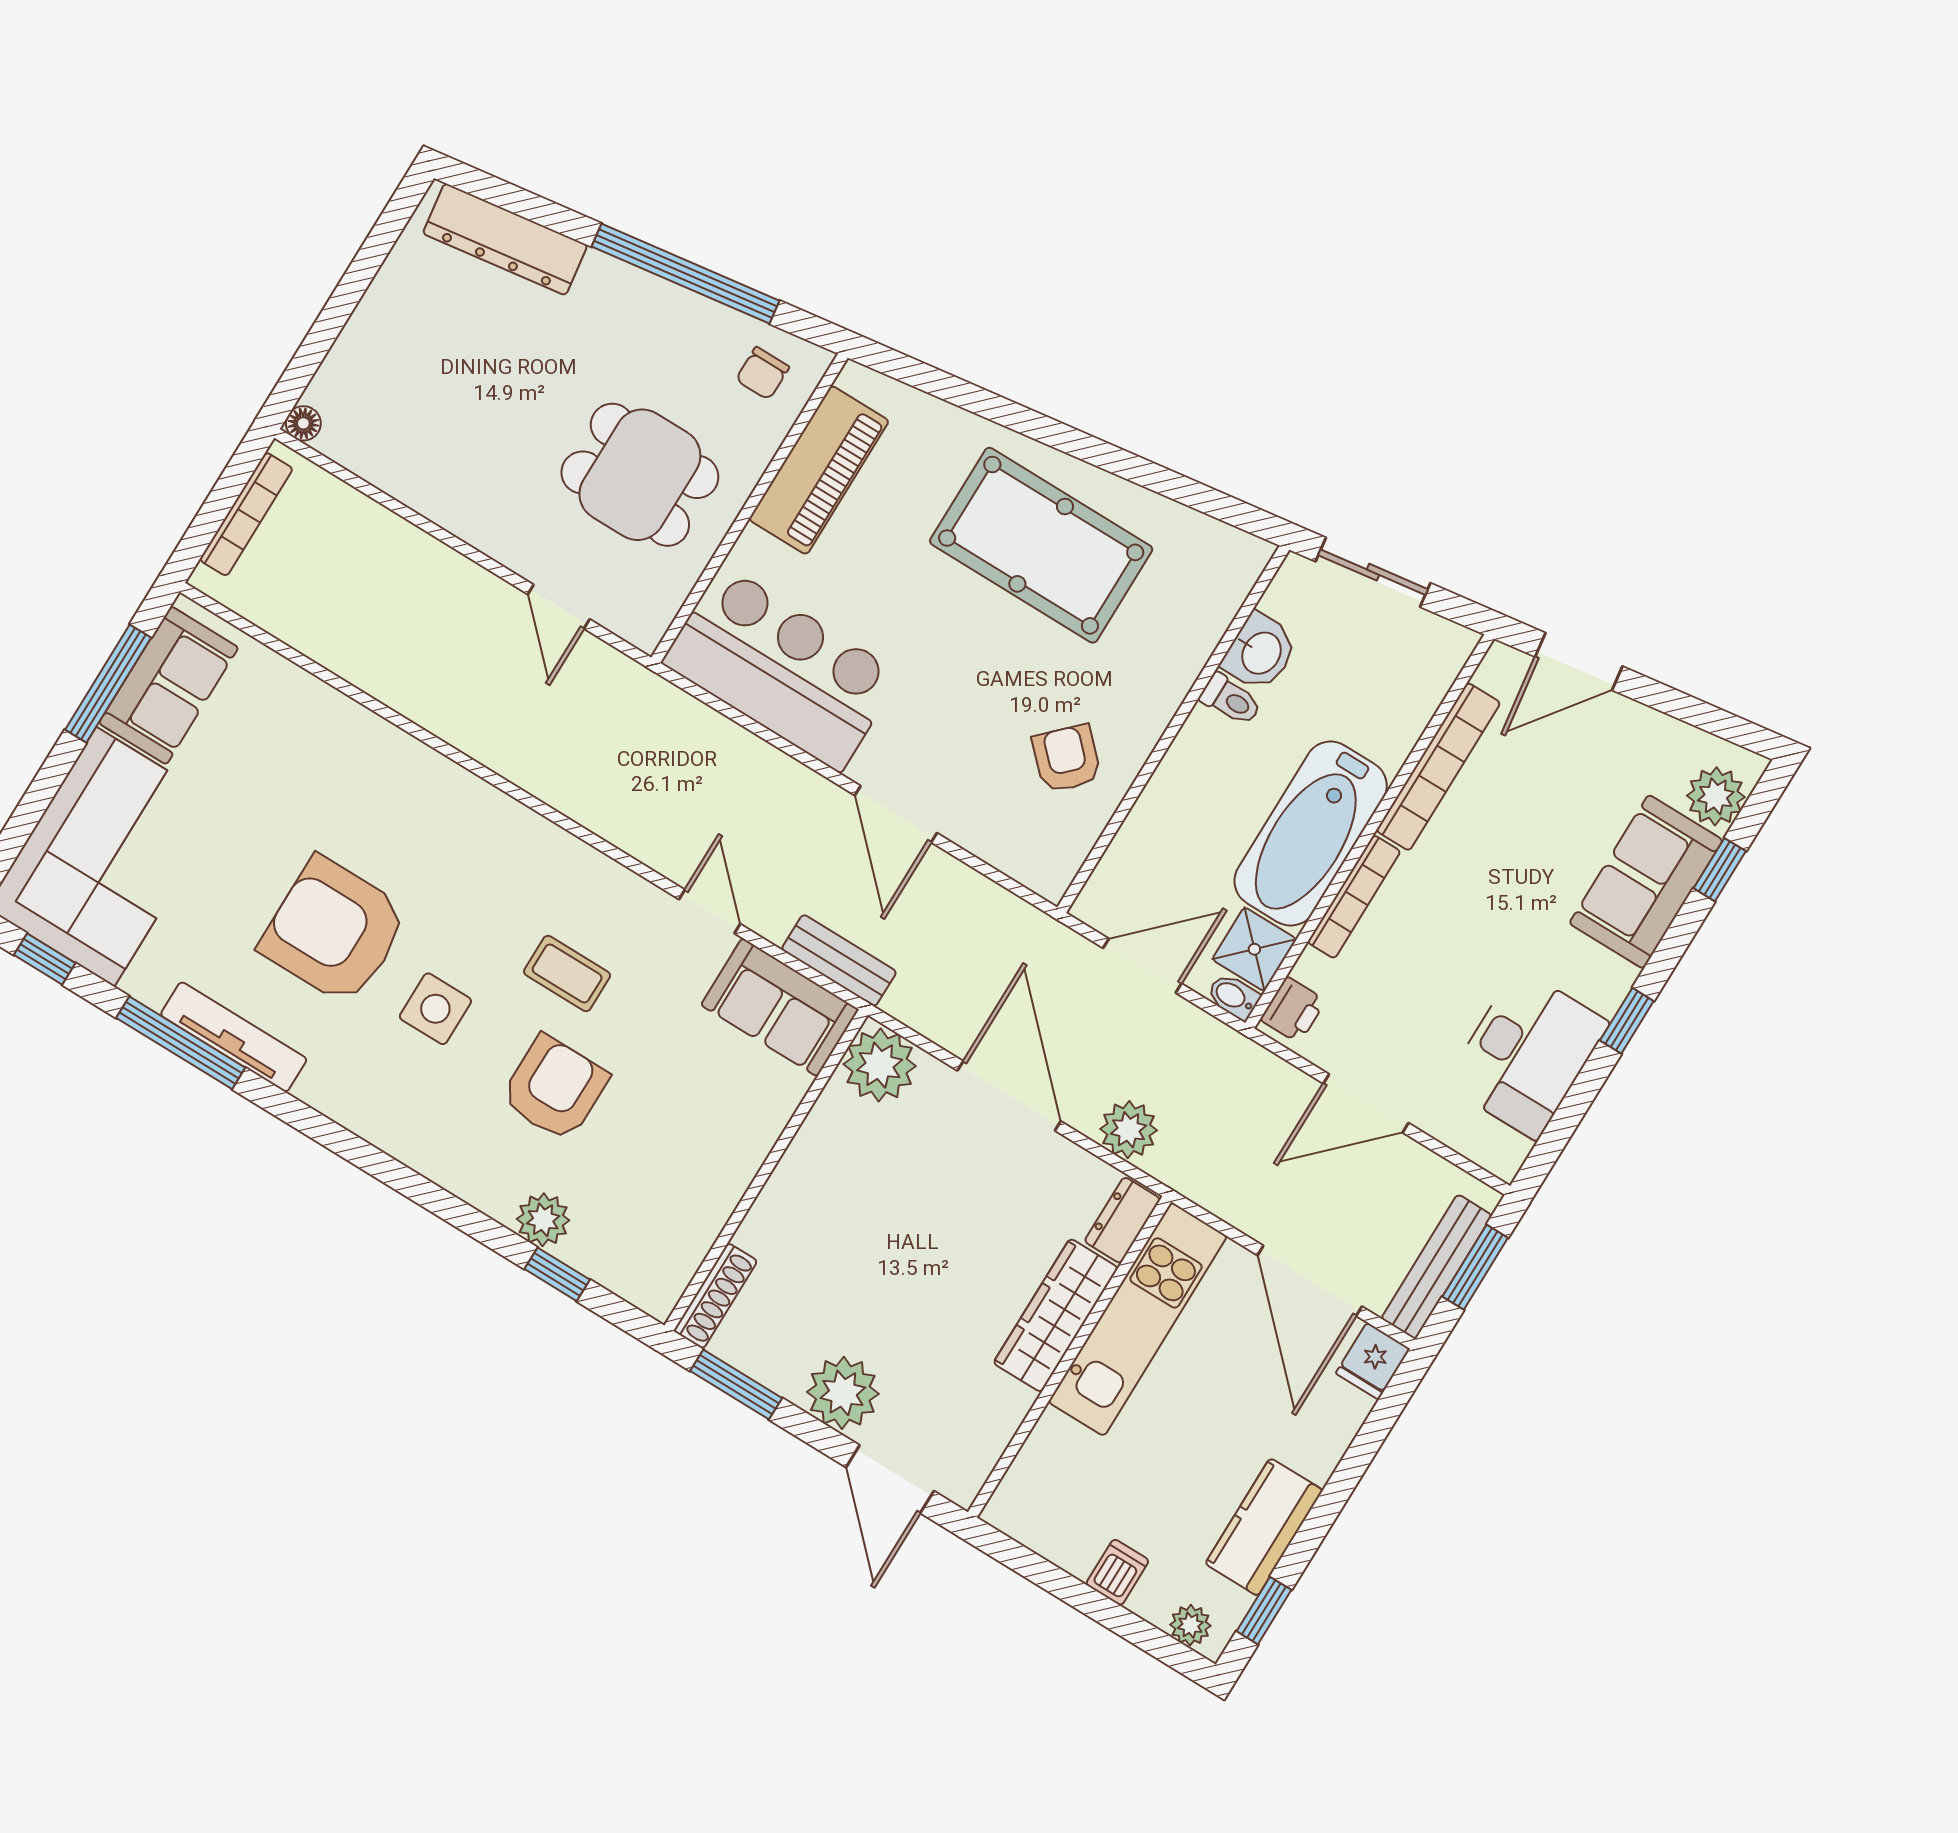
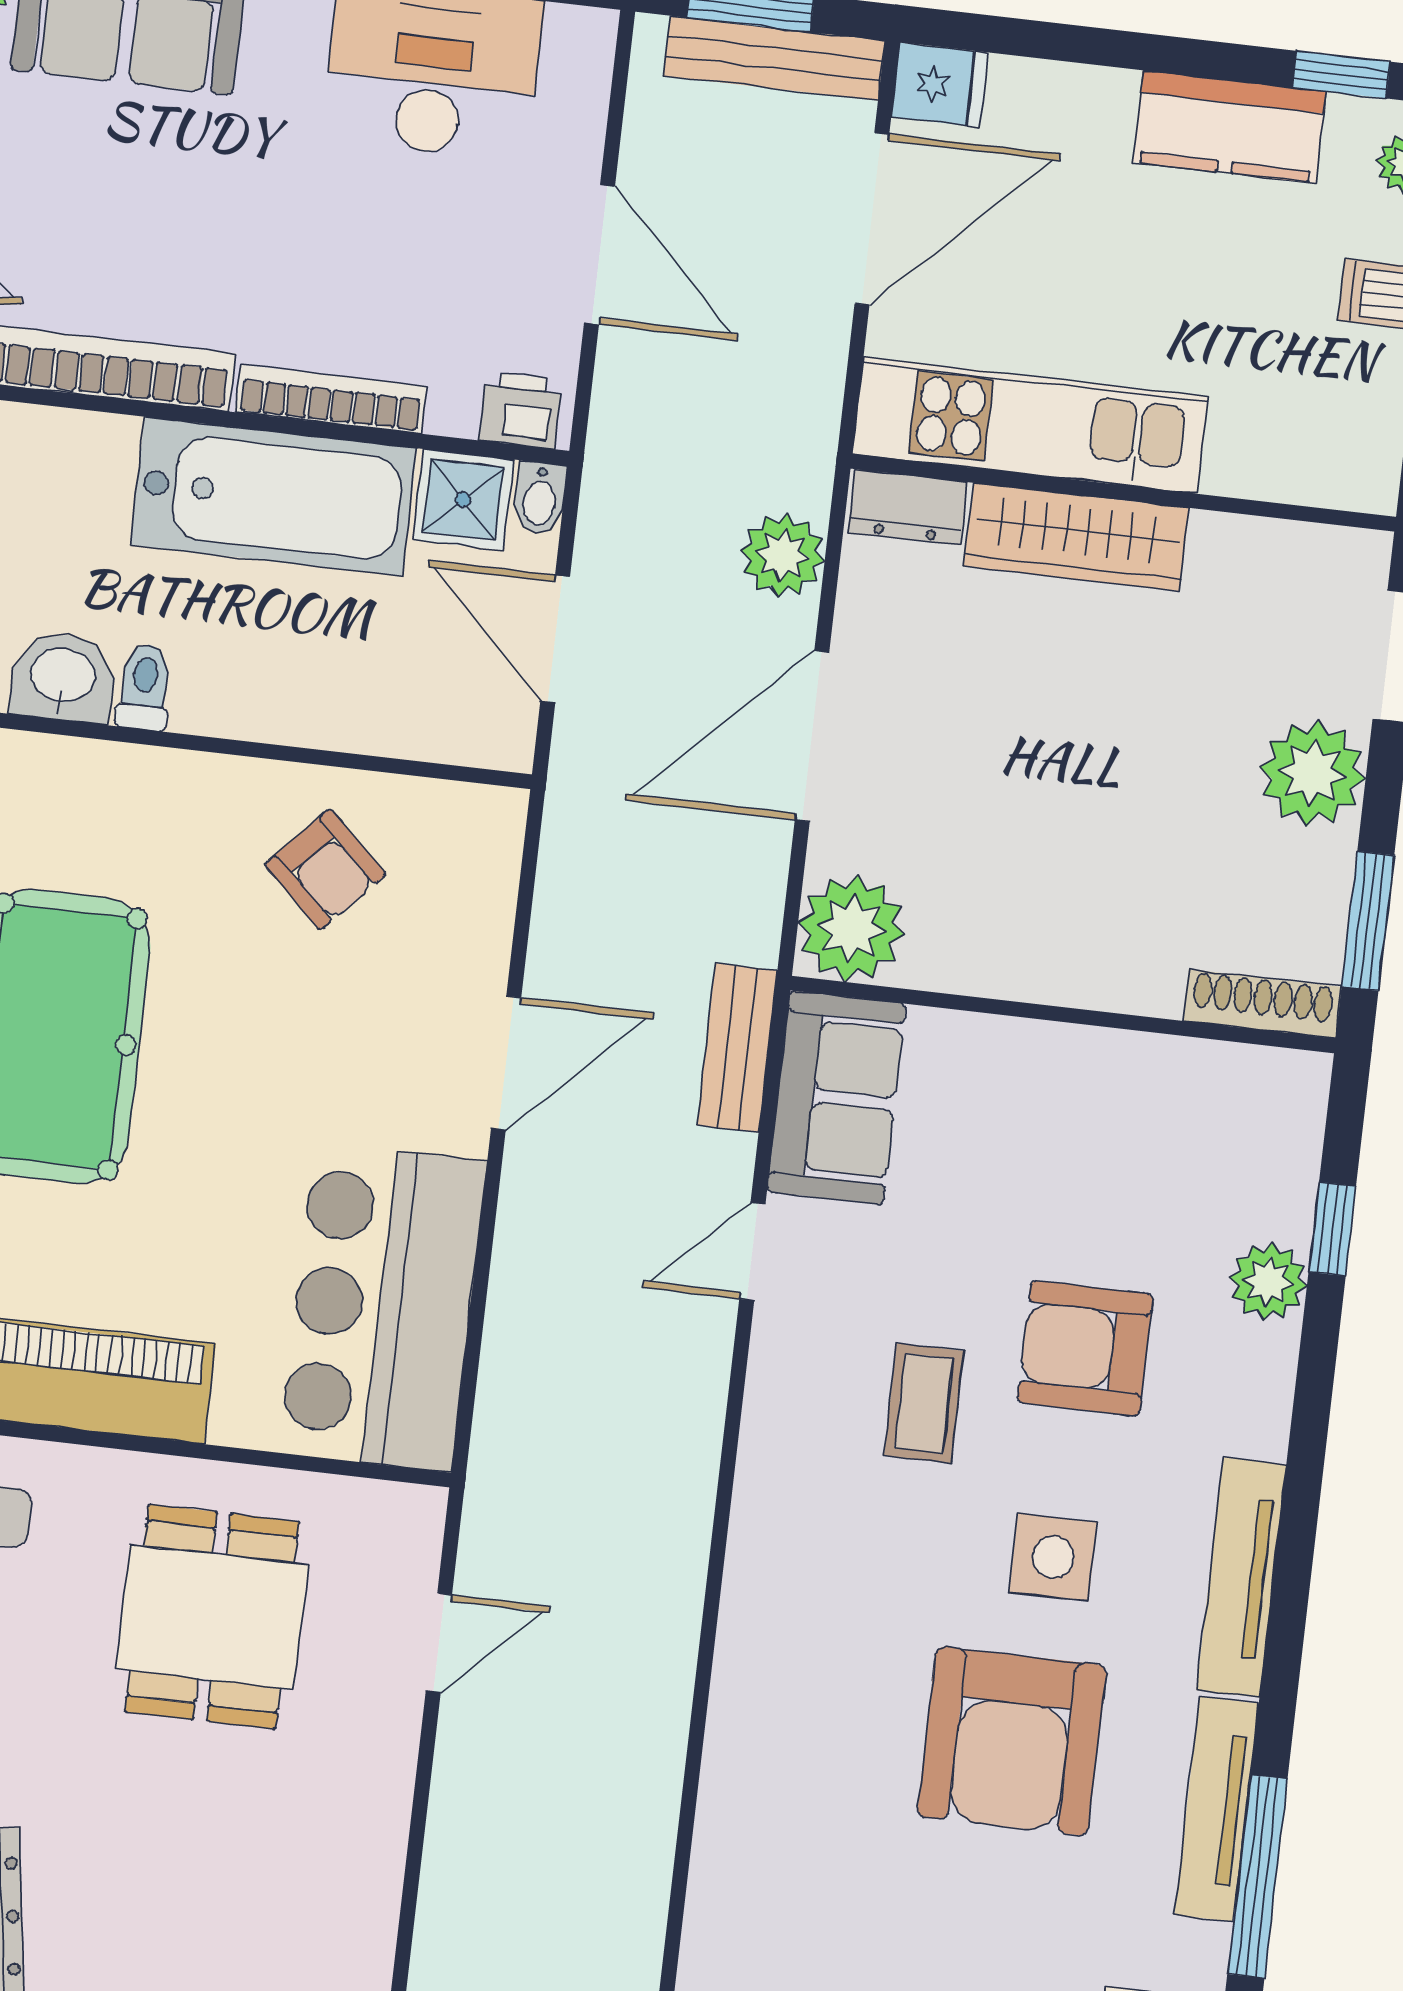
armchair: (1067, 759) -> (325, 869), turned -92
tv unit: (369, 1119) -> (1241, 1577), added

